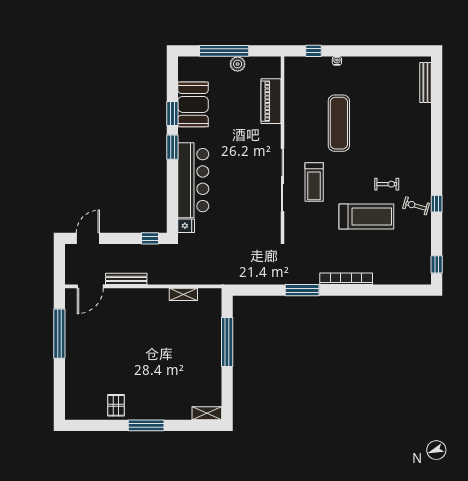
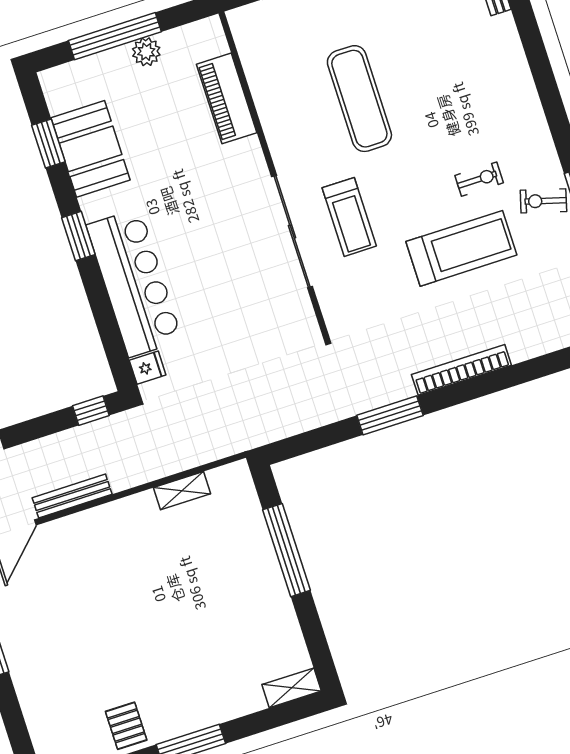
window: (172, 113) -> (48, 144), moved

